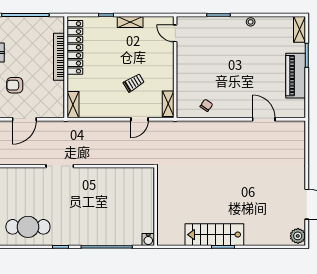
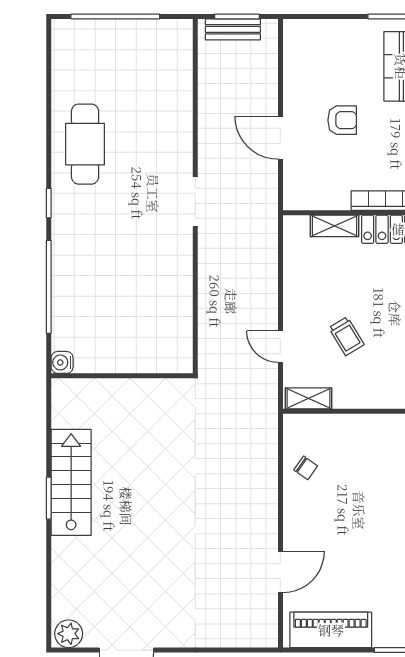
piano: (296, 76) -> (331, 630), moved
armchair: (15, 85) -> (342, 120), turned 90
shelving: (73, 105) -> (334, 226), moved

